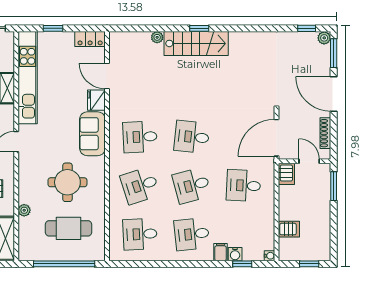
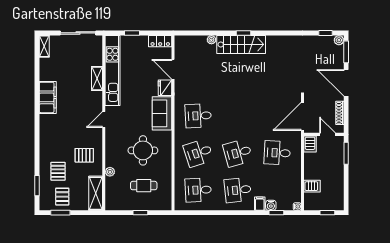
desk: (192, 137) -> (238, 116), removed
cafe table: (69, 228) -> (144, 186), width x0.73, depth x0.74
window: (64, 264) -> (140, 213), width x0.32

